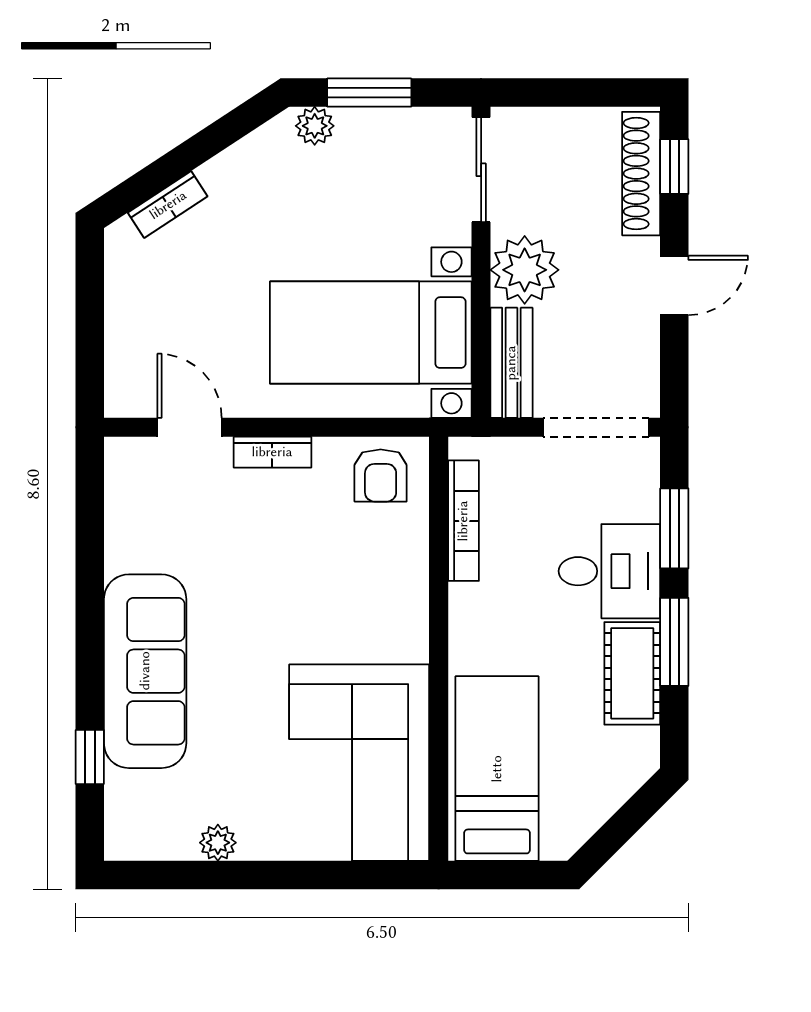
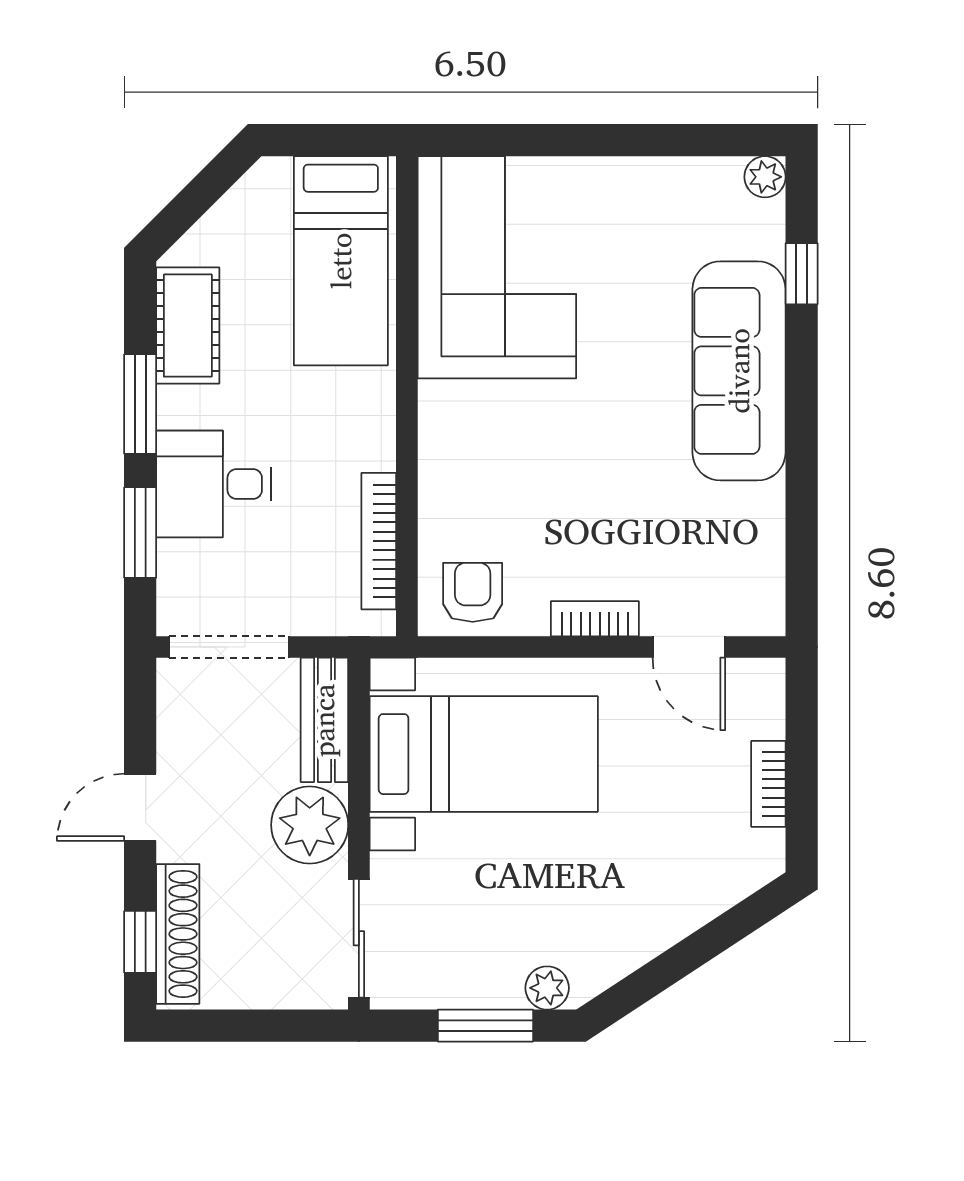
bookcase: (168, 205) -> (768, 784), moved, turned -57
cot: (632, 673) -> (188, 326), moved
plant: (218, 843) -> (765, 177), moved

